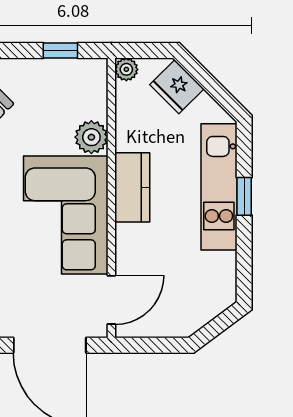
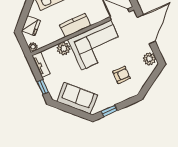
window: (60, 51) -> (43, 87), moved
tv unit: (78, 69) -> (41, 65), added

